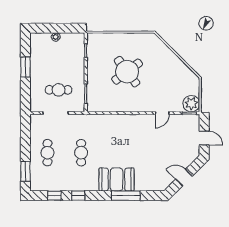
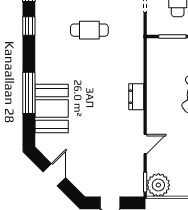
door: (162, 113) -> (145, 144), swing flipped
dresser: (129, 119) -> (136, 97), added
booth: (117, 180) -> (52, 109), moved

